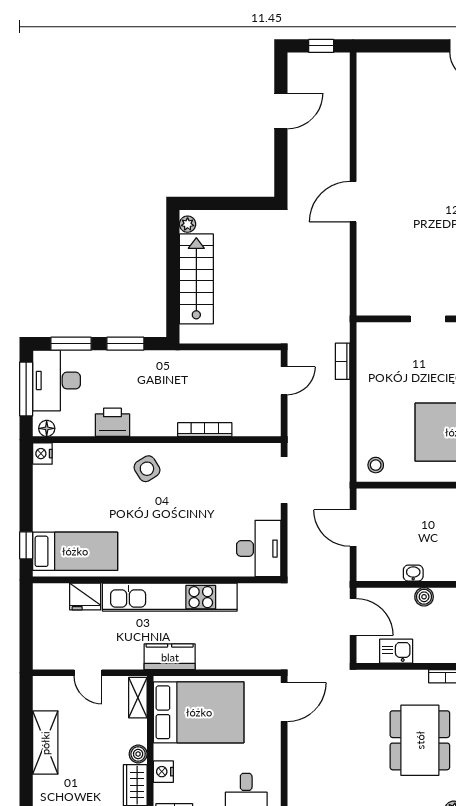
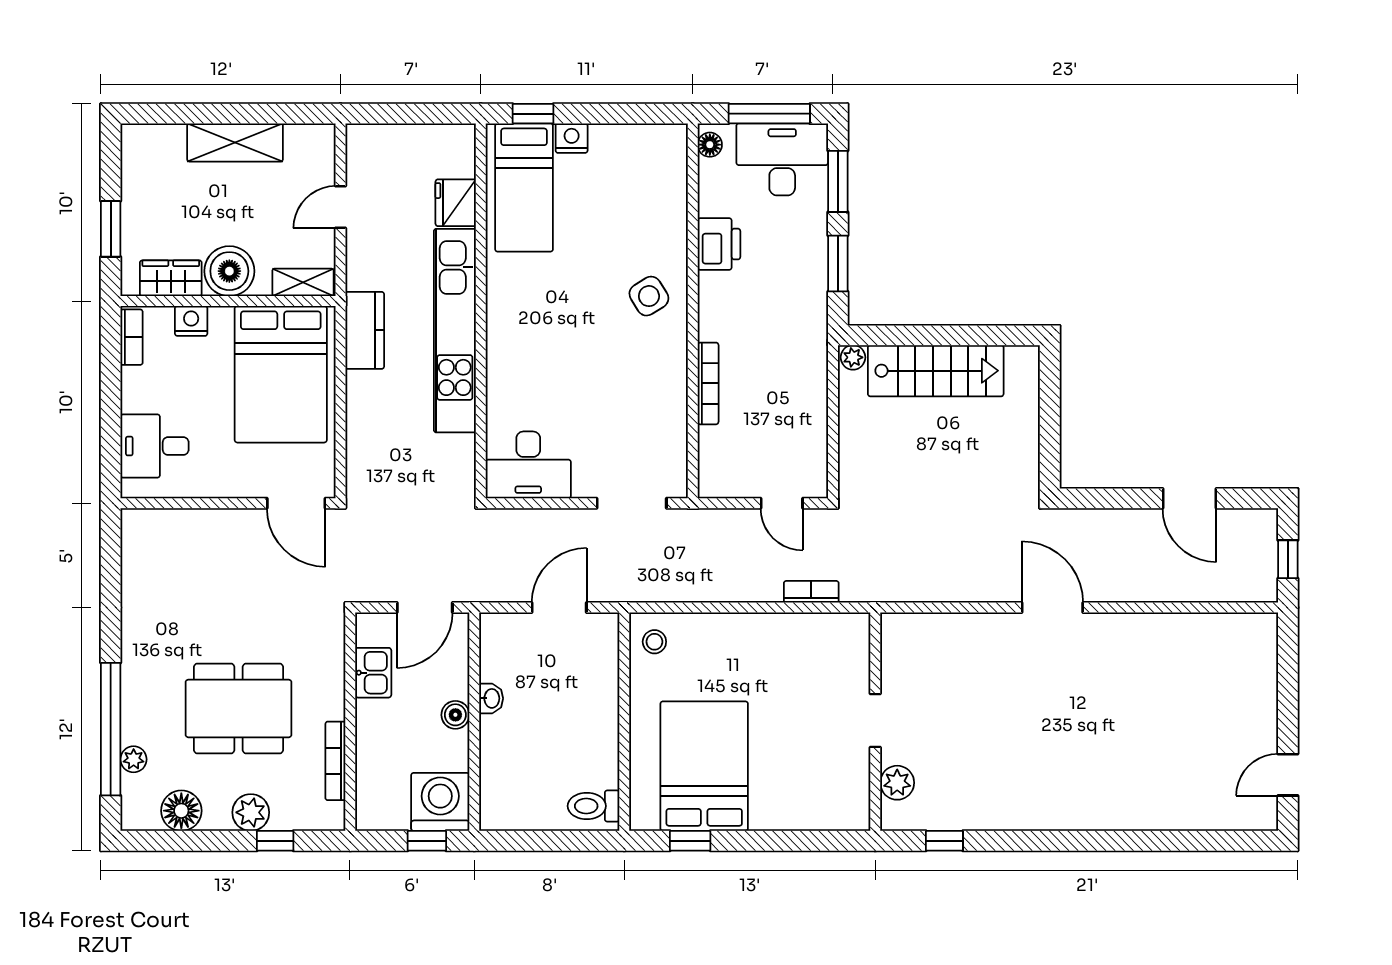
plant: (188, 224) -> (853, 357), moved
nightstand: (42, 454) -> (572, 138), moved
boiler: (138, 754) -> (229, 271), width x1.86, depth x1.86

